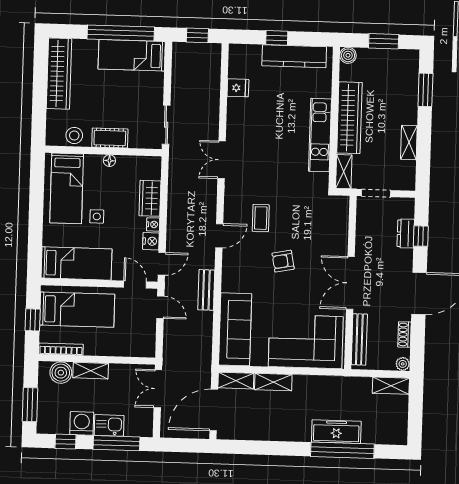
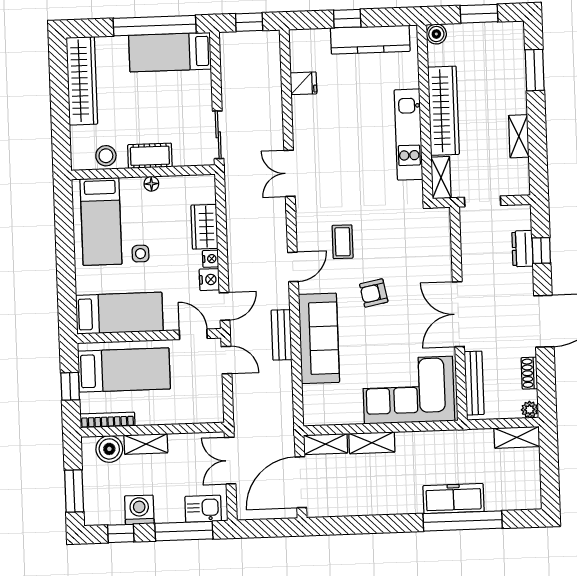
sofa: (235, 329) -> (319, 338), moved
kitchen sink: (109, 425) -> (203, 509), moved

